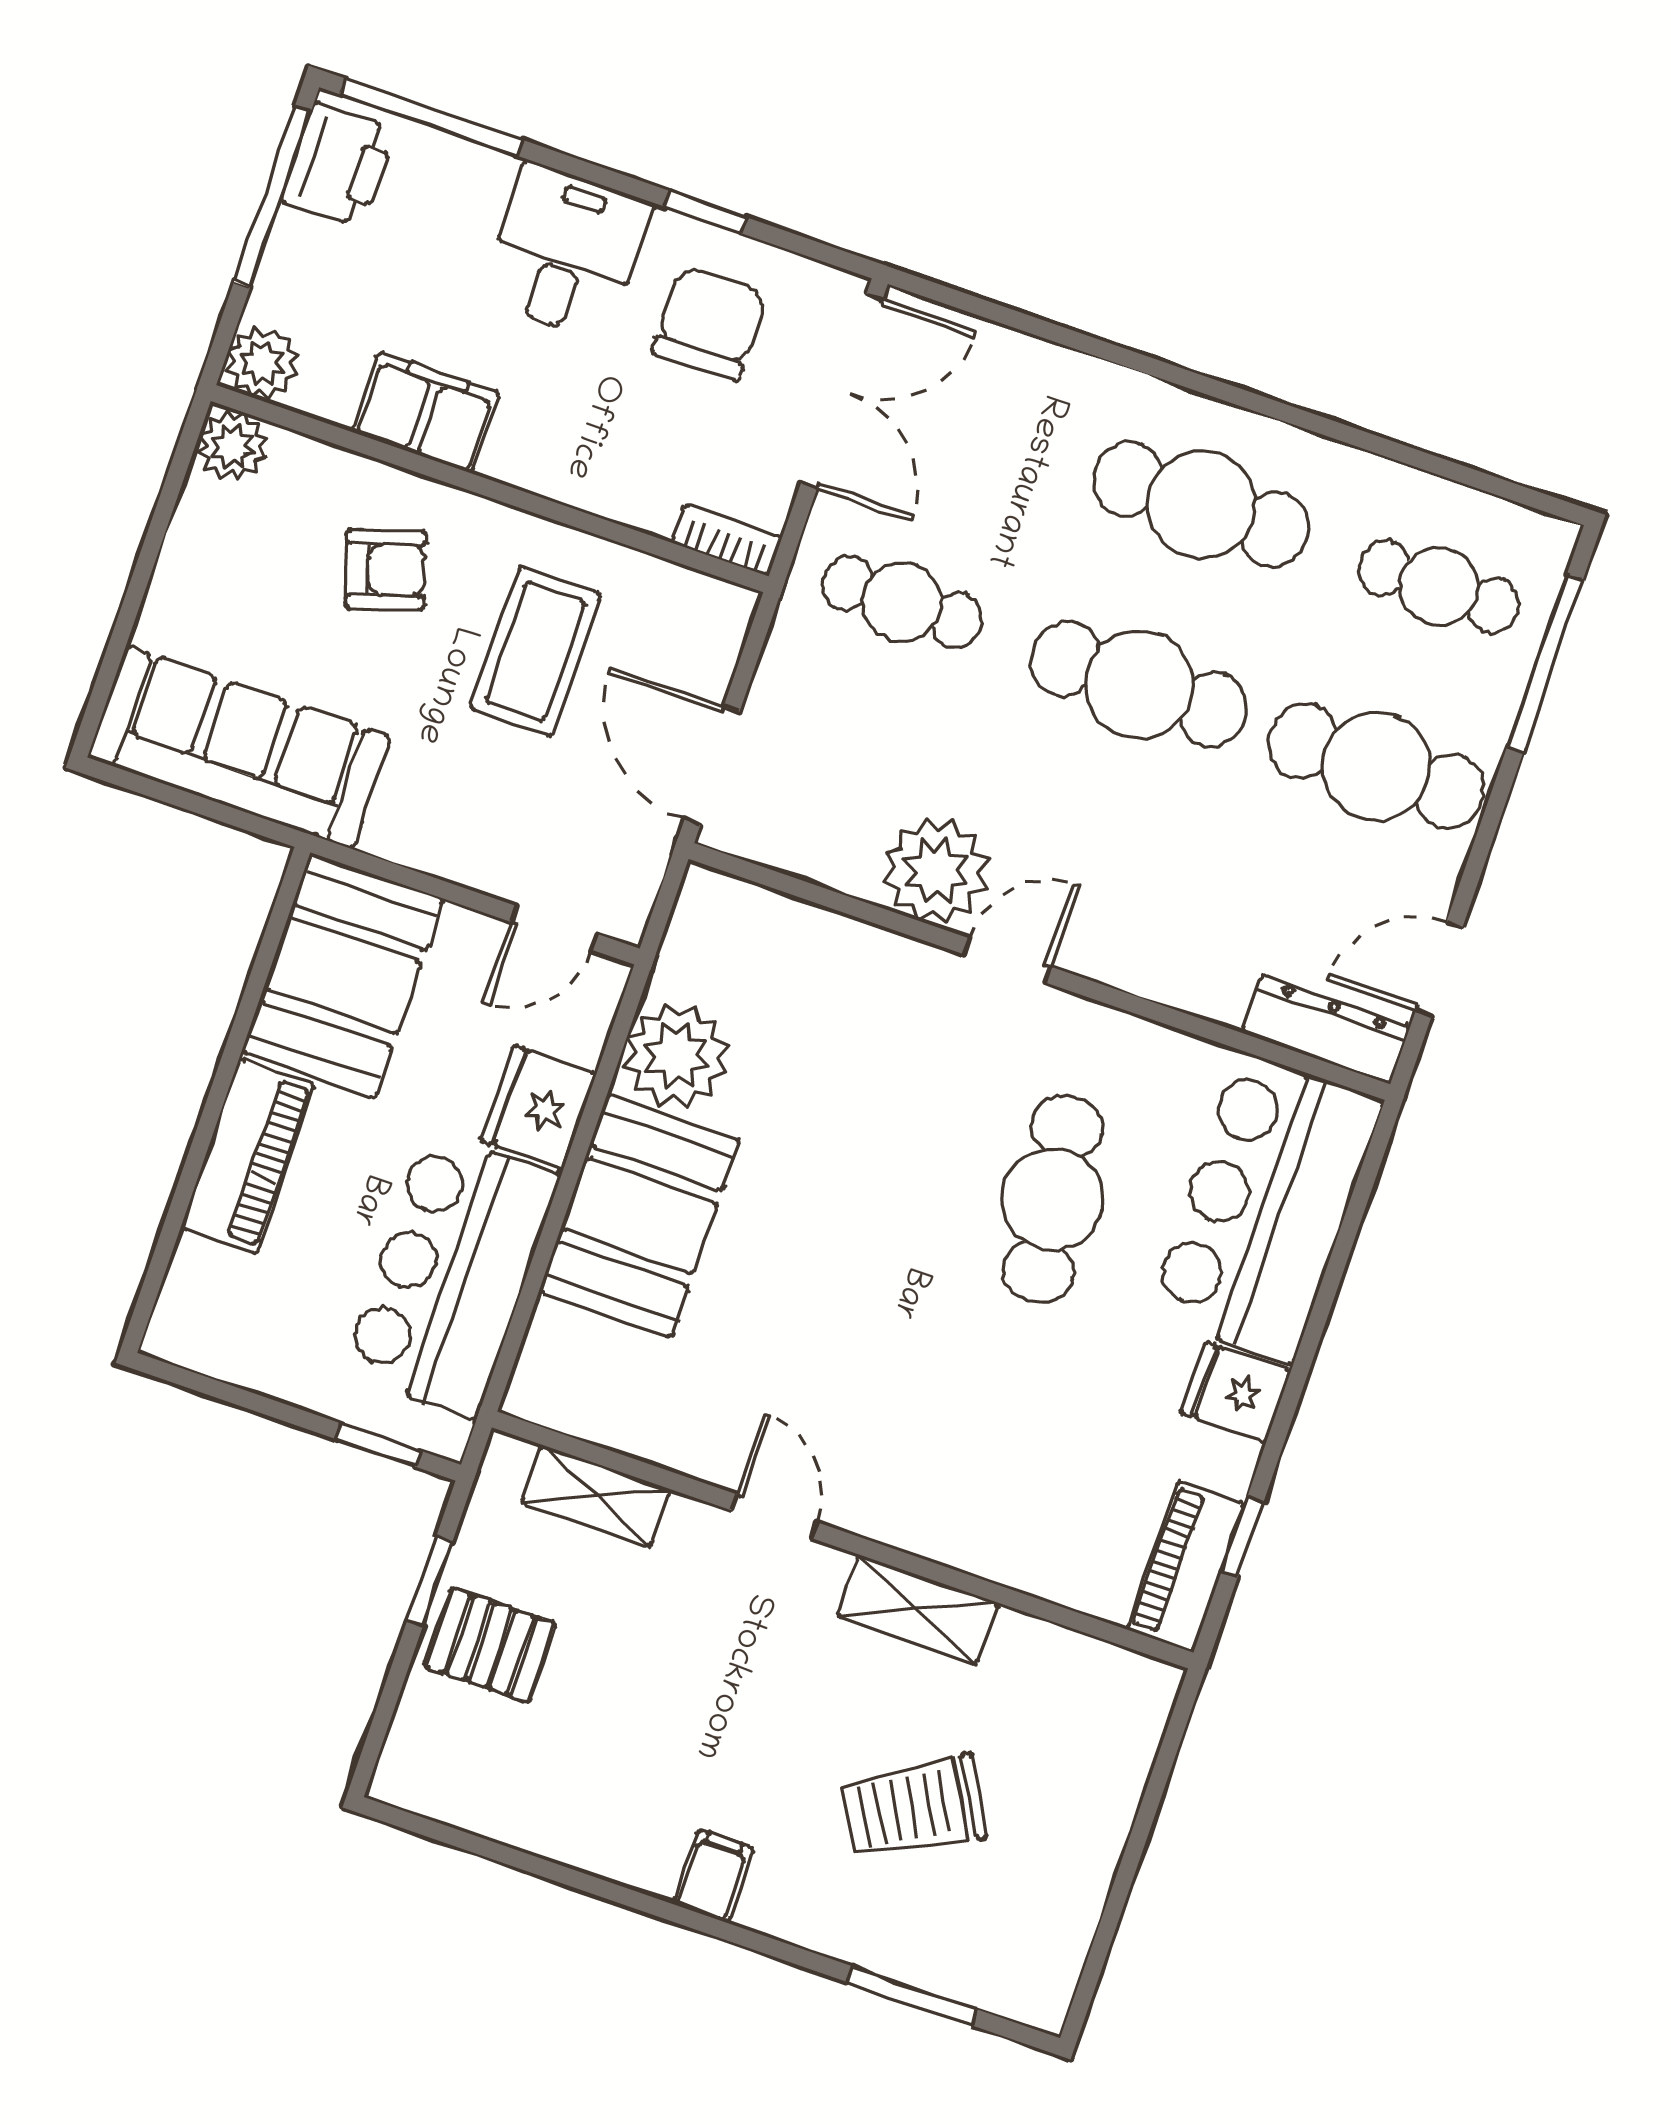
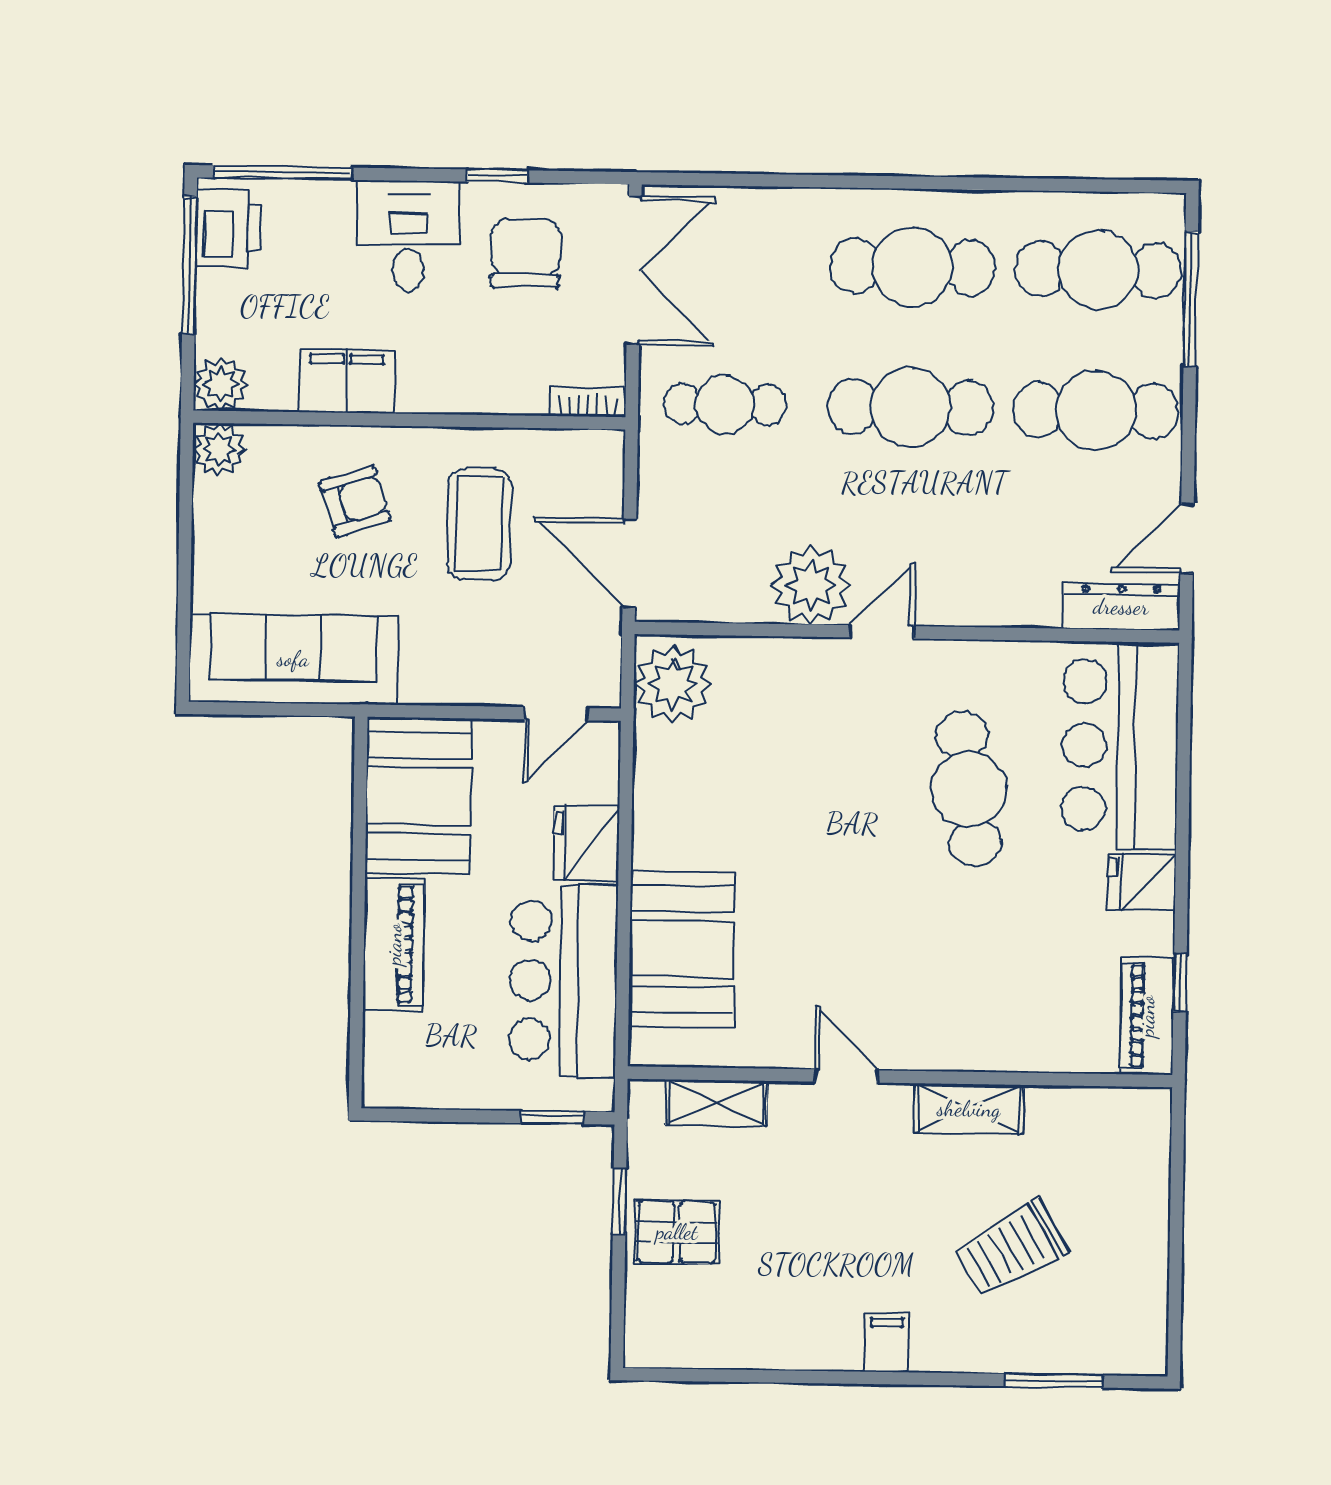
cafe table: (1438, 587) -> (1098, 270), width x1.37, depth x1.35
plant: (676, 1056) -> (673, 684), moved
booth: (639, 1216) -> (682, 949), moved

